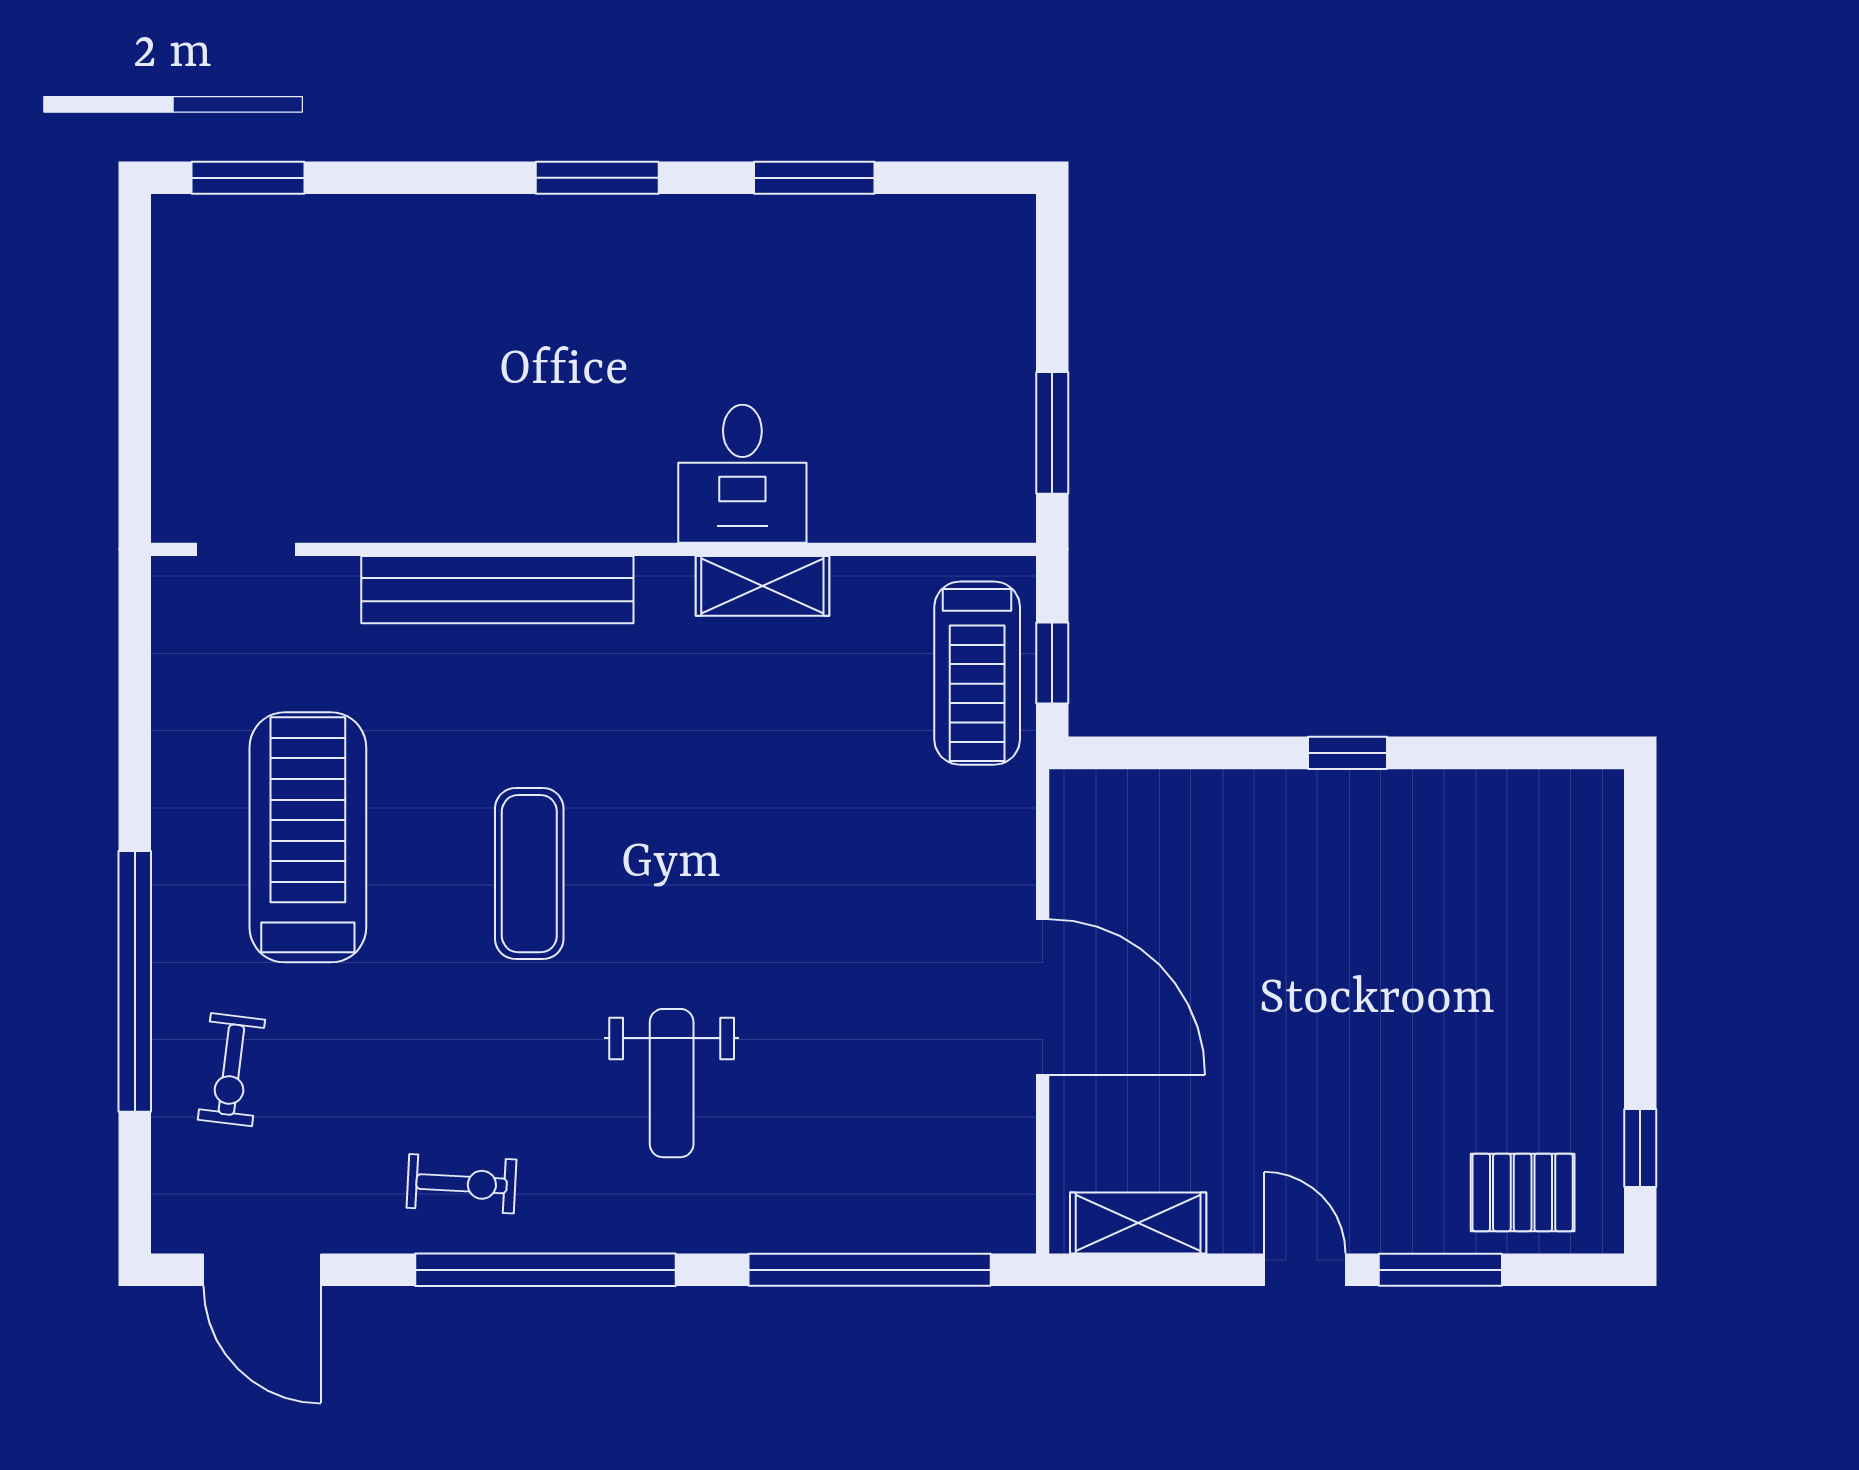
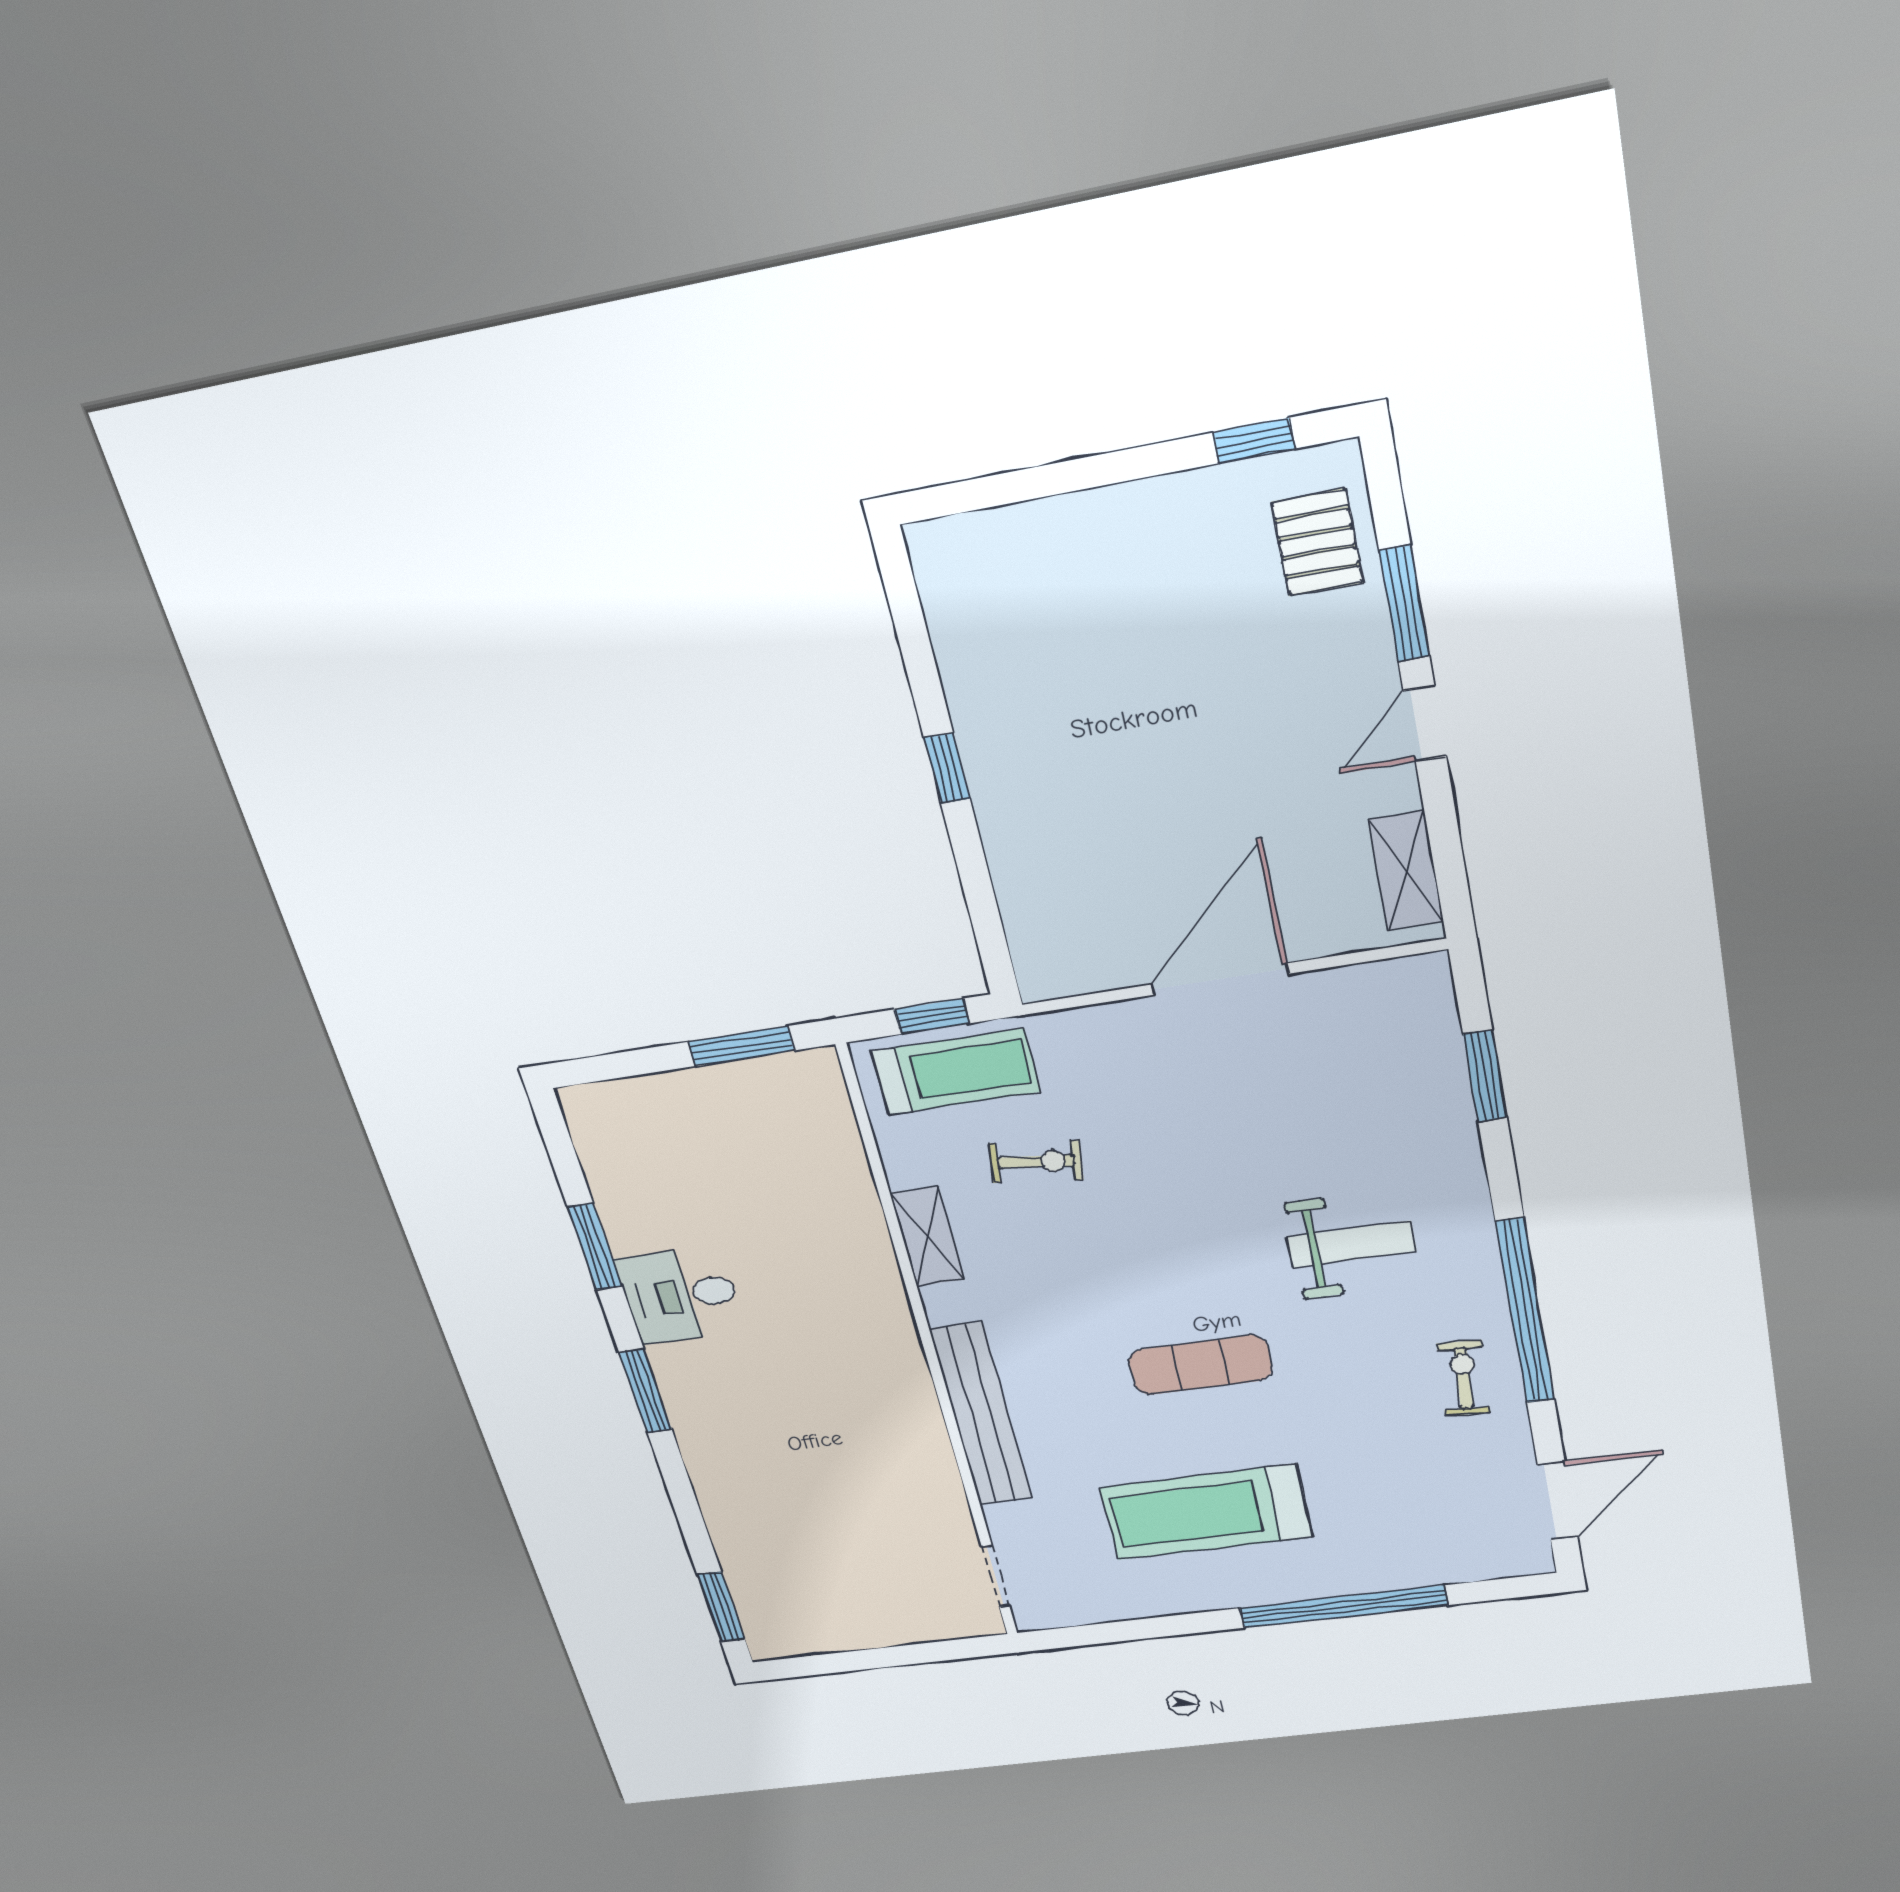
desk: (742, 474) -> (681, 1295), moved, turned 180
exercise bike: (231, 1070) -> (1036, 1162), moved
window: (870, 1270) -> (1485, 1076), width x0.47

